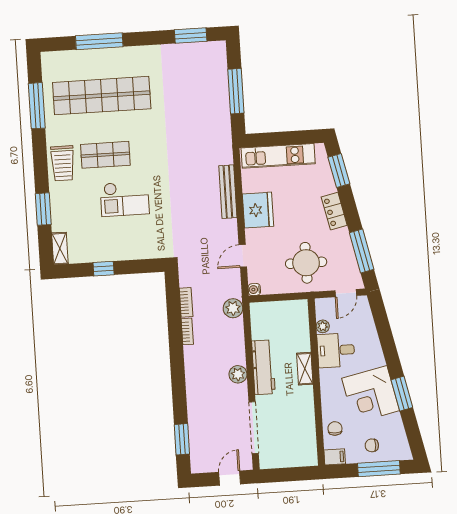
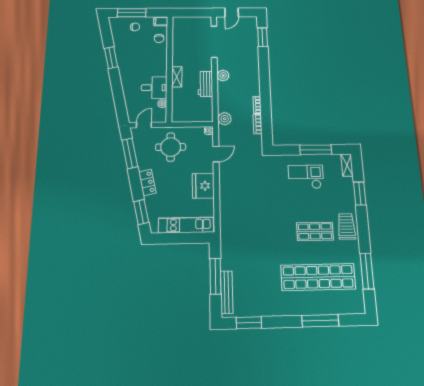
bench: (228, 192) -> (227, 292), moved
checkout: (125, 199) -> (306, 177), moved
window: (104, 269) -> (316, 150), width x2.17
workbench: (263, 367) -> (205, 84), width x0.73
corner desk: (371, 394) -> (133, 58), removed

